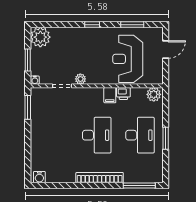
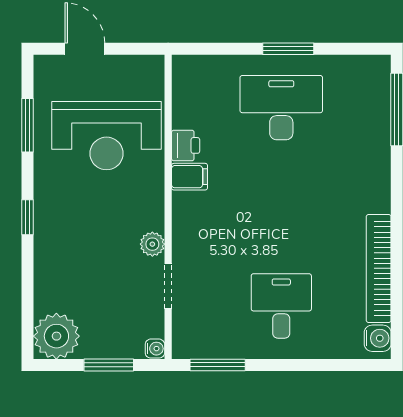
plant: (154, 94) -> (188, 76), removed
desk: (97, 135) -> (281, 306), moved, width x0.73
bookcase: (100, 178) -> (379, 268), moved

